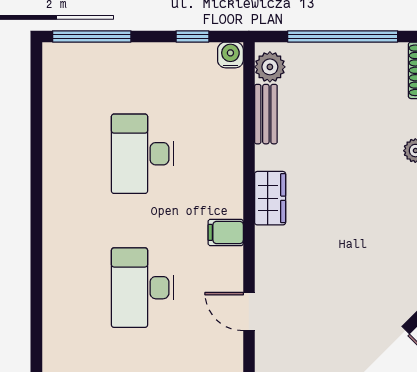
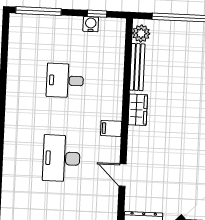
water cooler: (230, 55) -> (91, 24), moved
bench: (266, 114) -> (137, 67), width x1.36
desk: (143, 154) -> (65, 81), width x0.73

